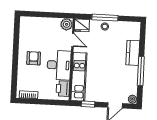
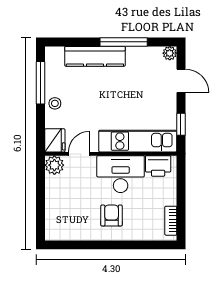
window: (105, 18) -> (40, 83), moved
kitchen counter: (133, 53) -> (95, 56), width x1.50
armchair: (34, 58) -> (112, 215), turned 90

